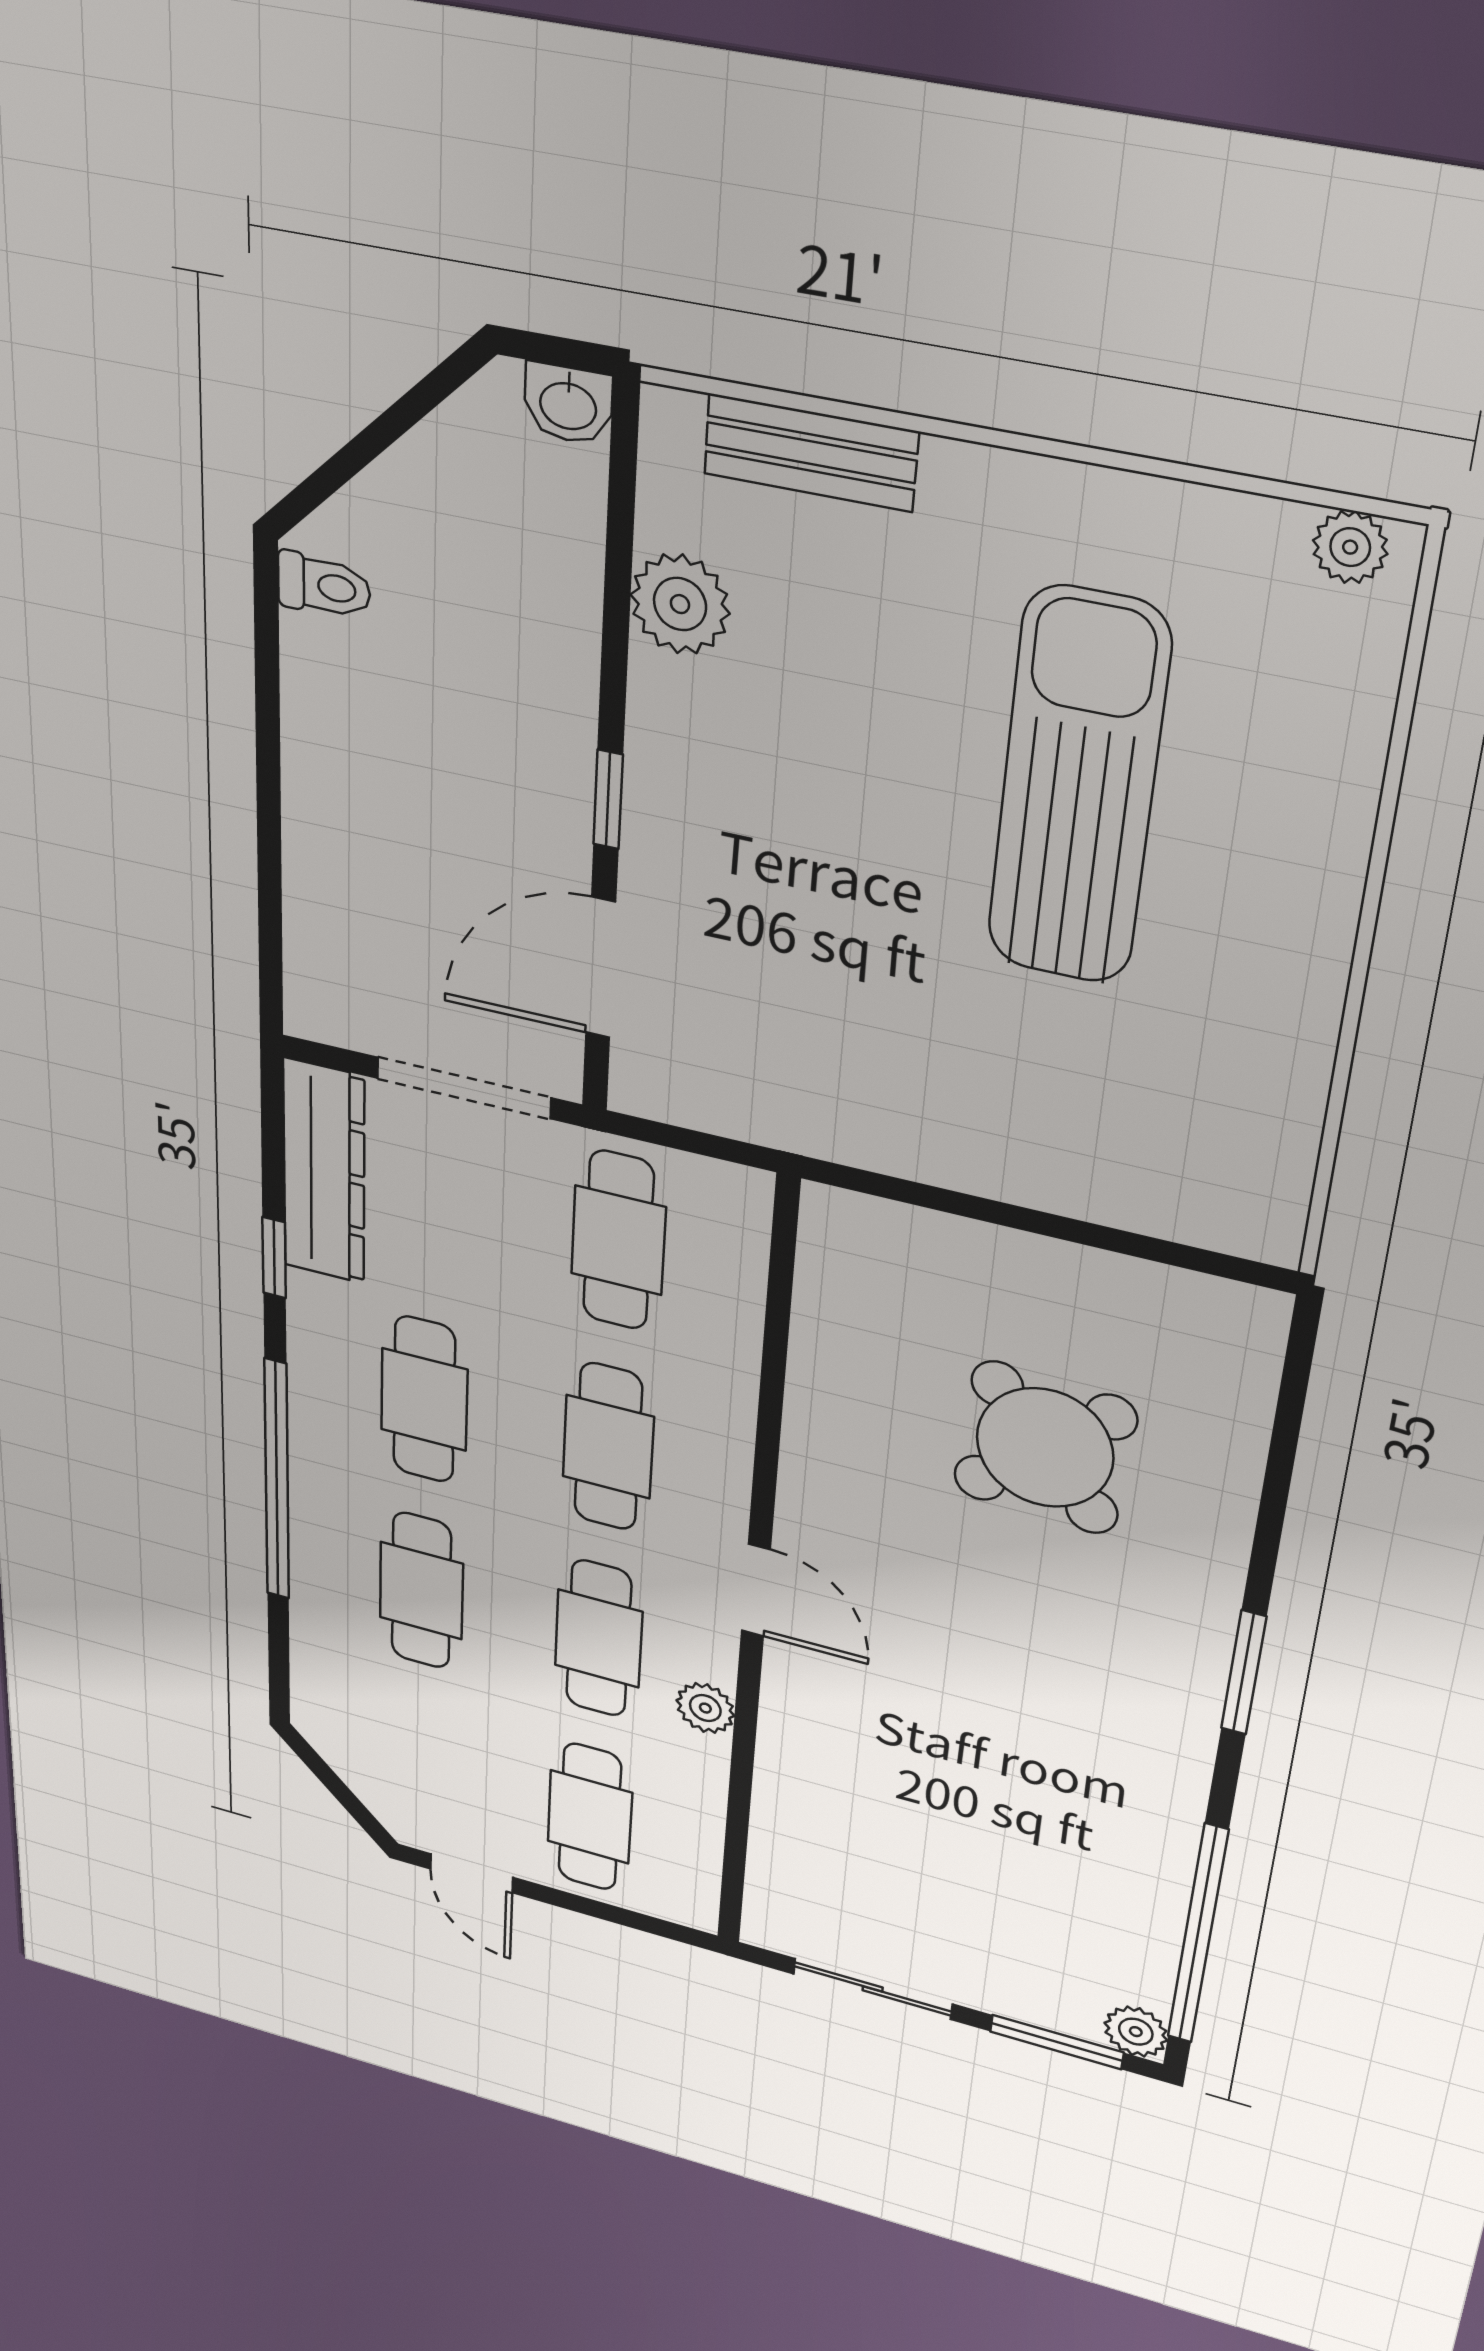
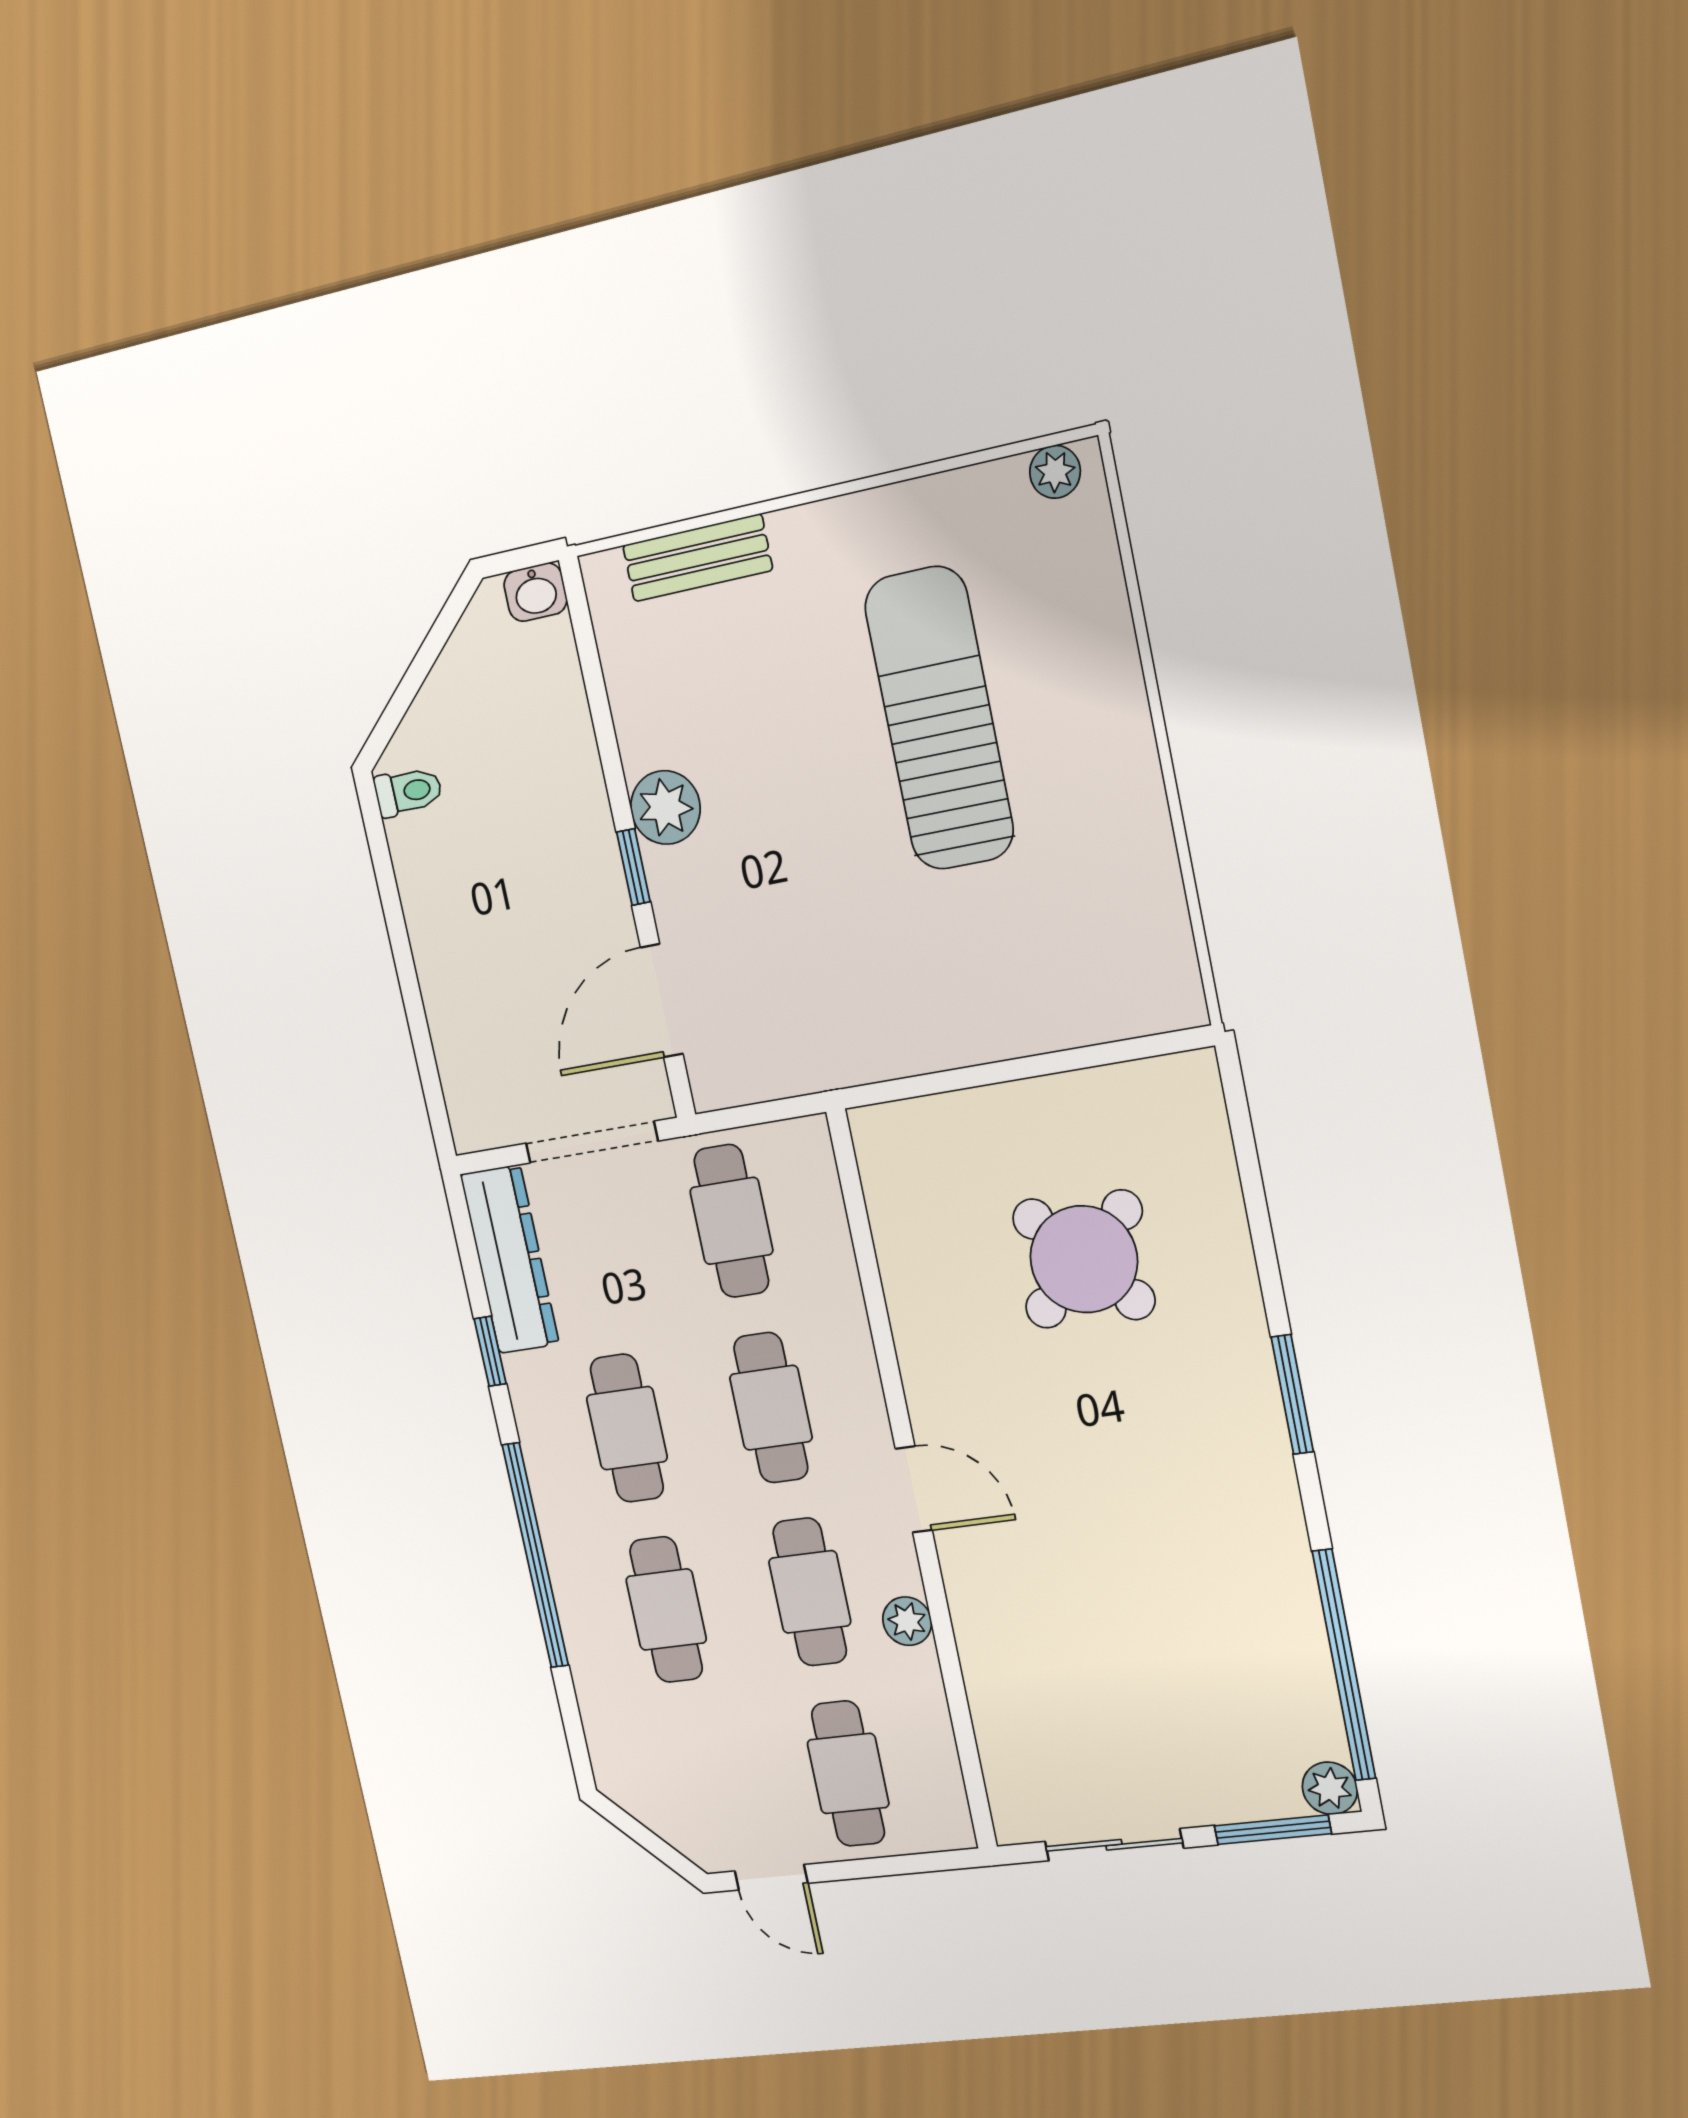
plant: (680, 604) -> (665, 807), moved

